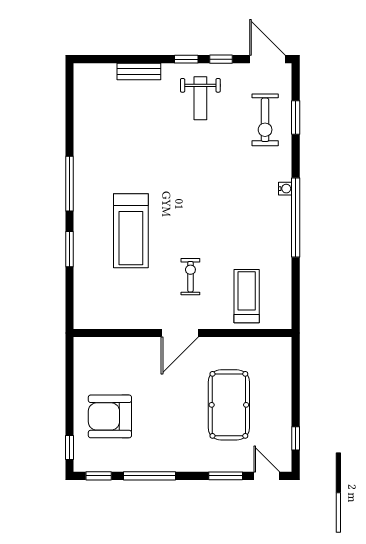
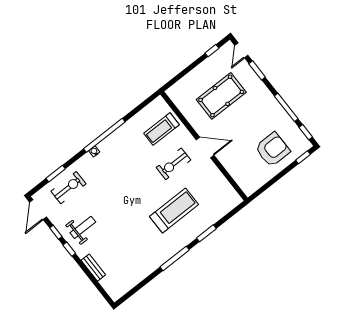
exercise bike: (190, 277) -> (174, 164), width x1.38, depth x1.39
armchair: (110, 416) -> (272, 149), turned -90

